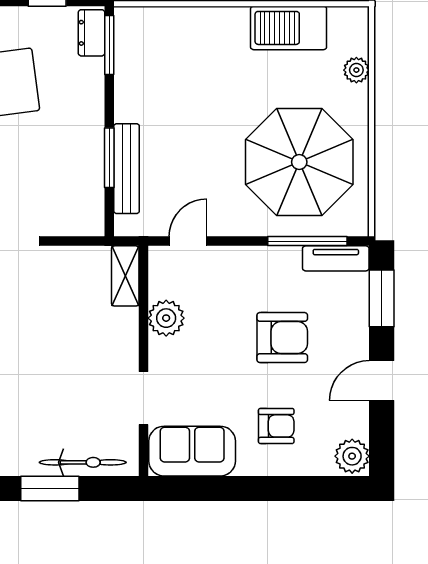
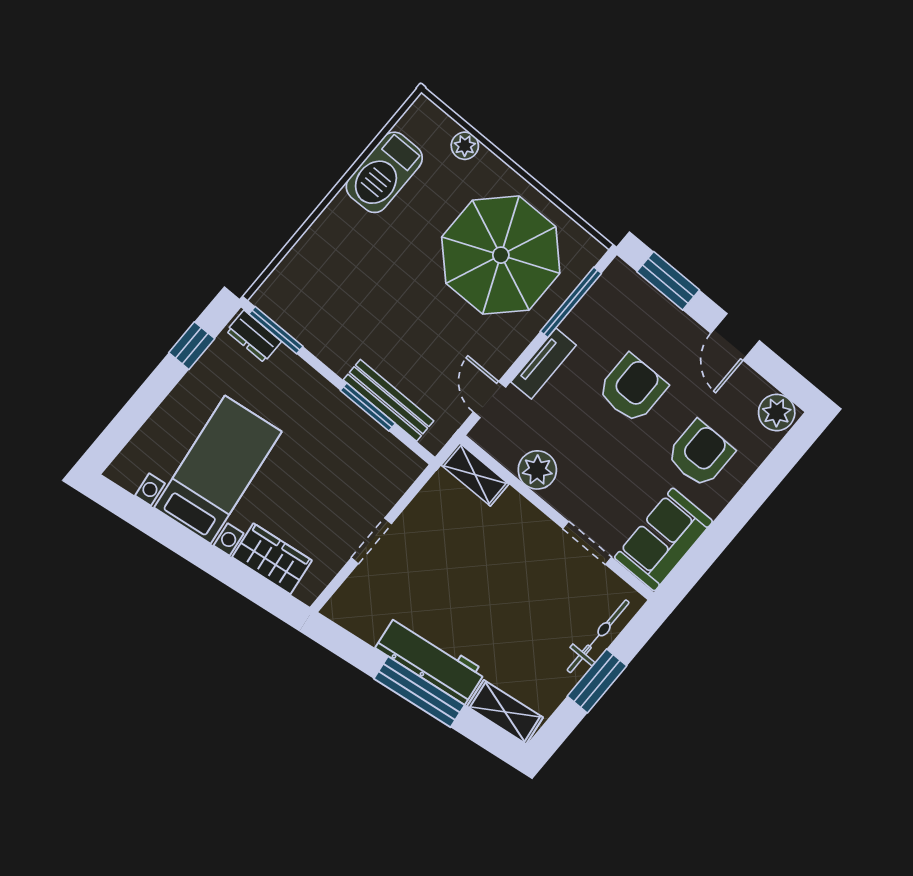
tv unit: (336, 258) -> (544, 364), moved
armchair: (276, 426) -> (700, 454), width x1.38, depth x1.38

